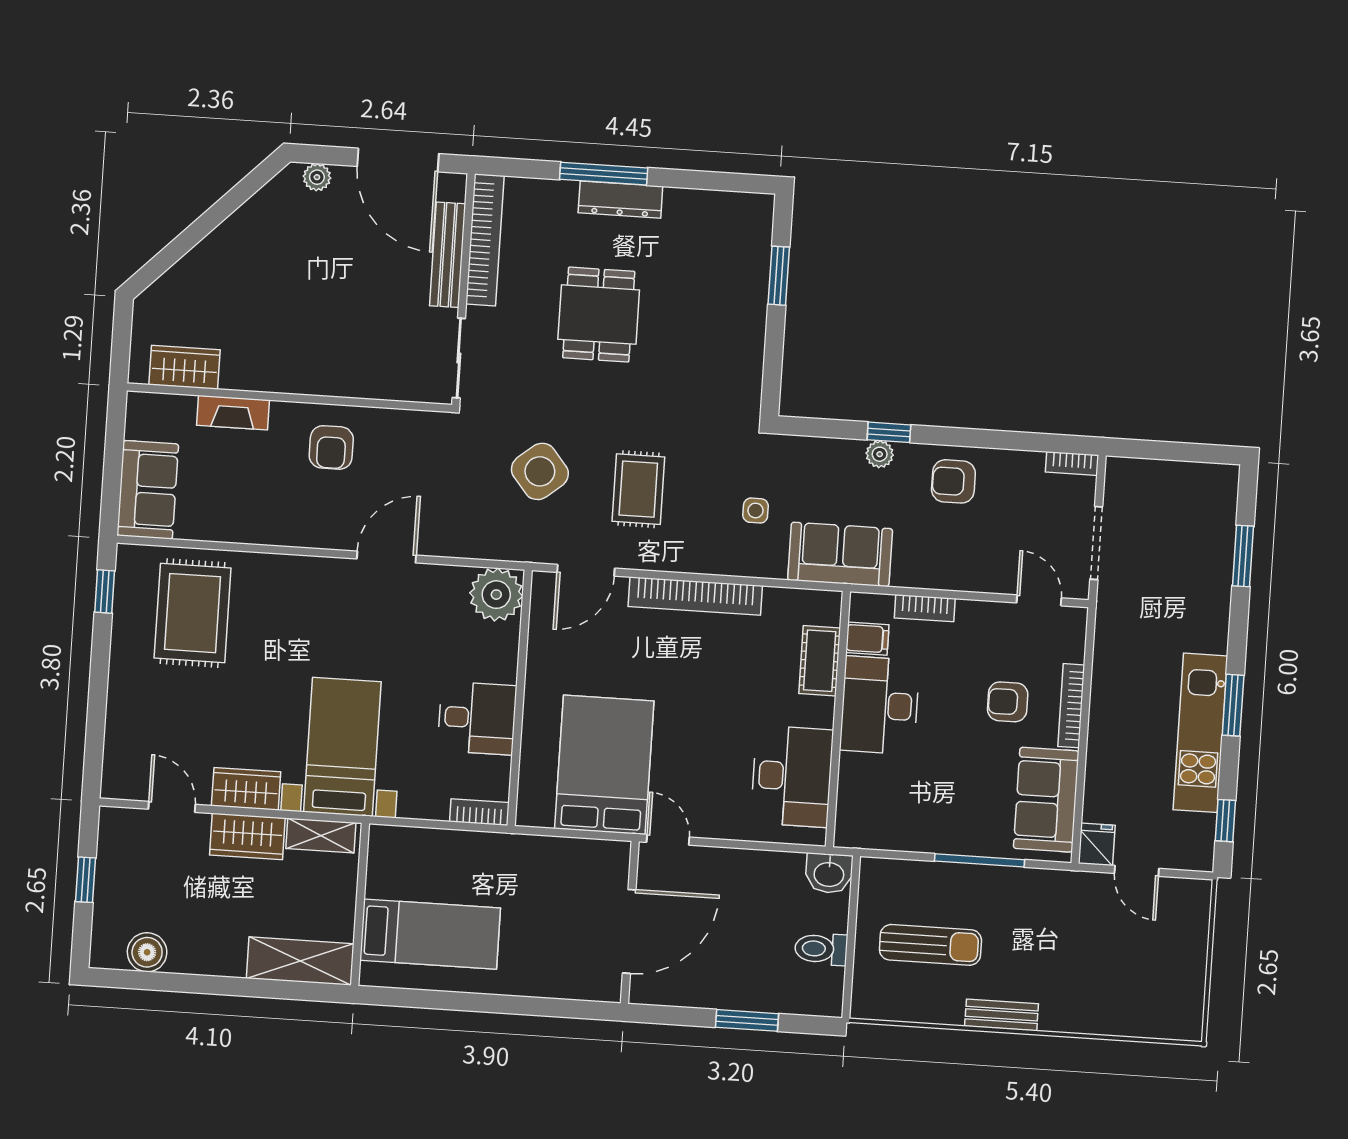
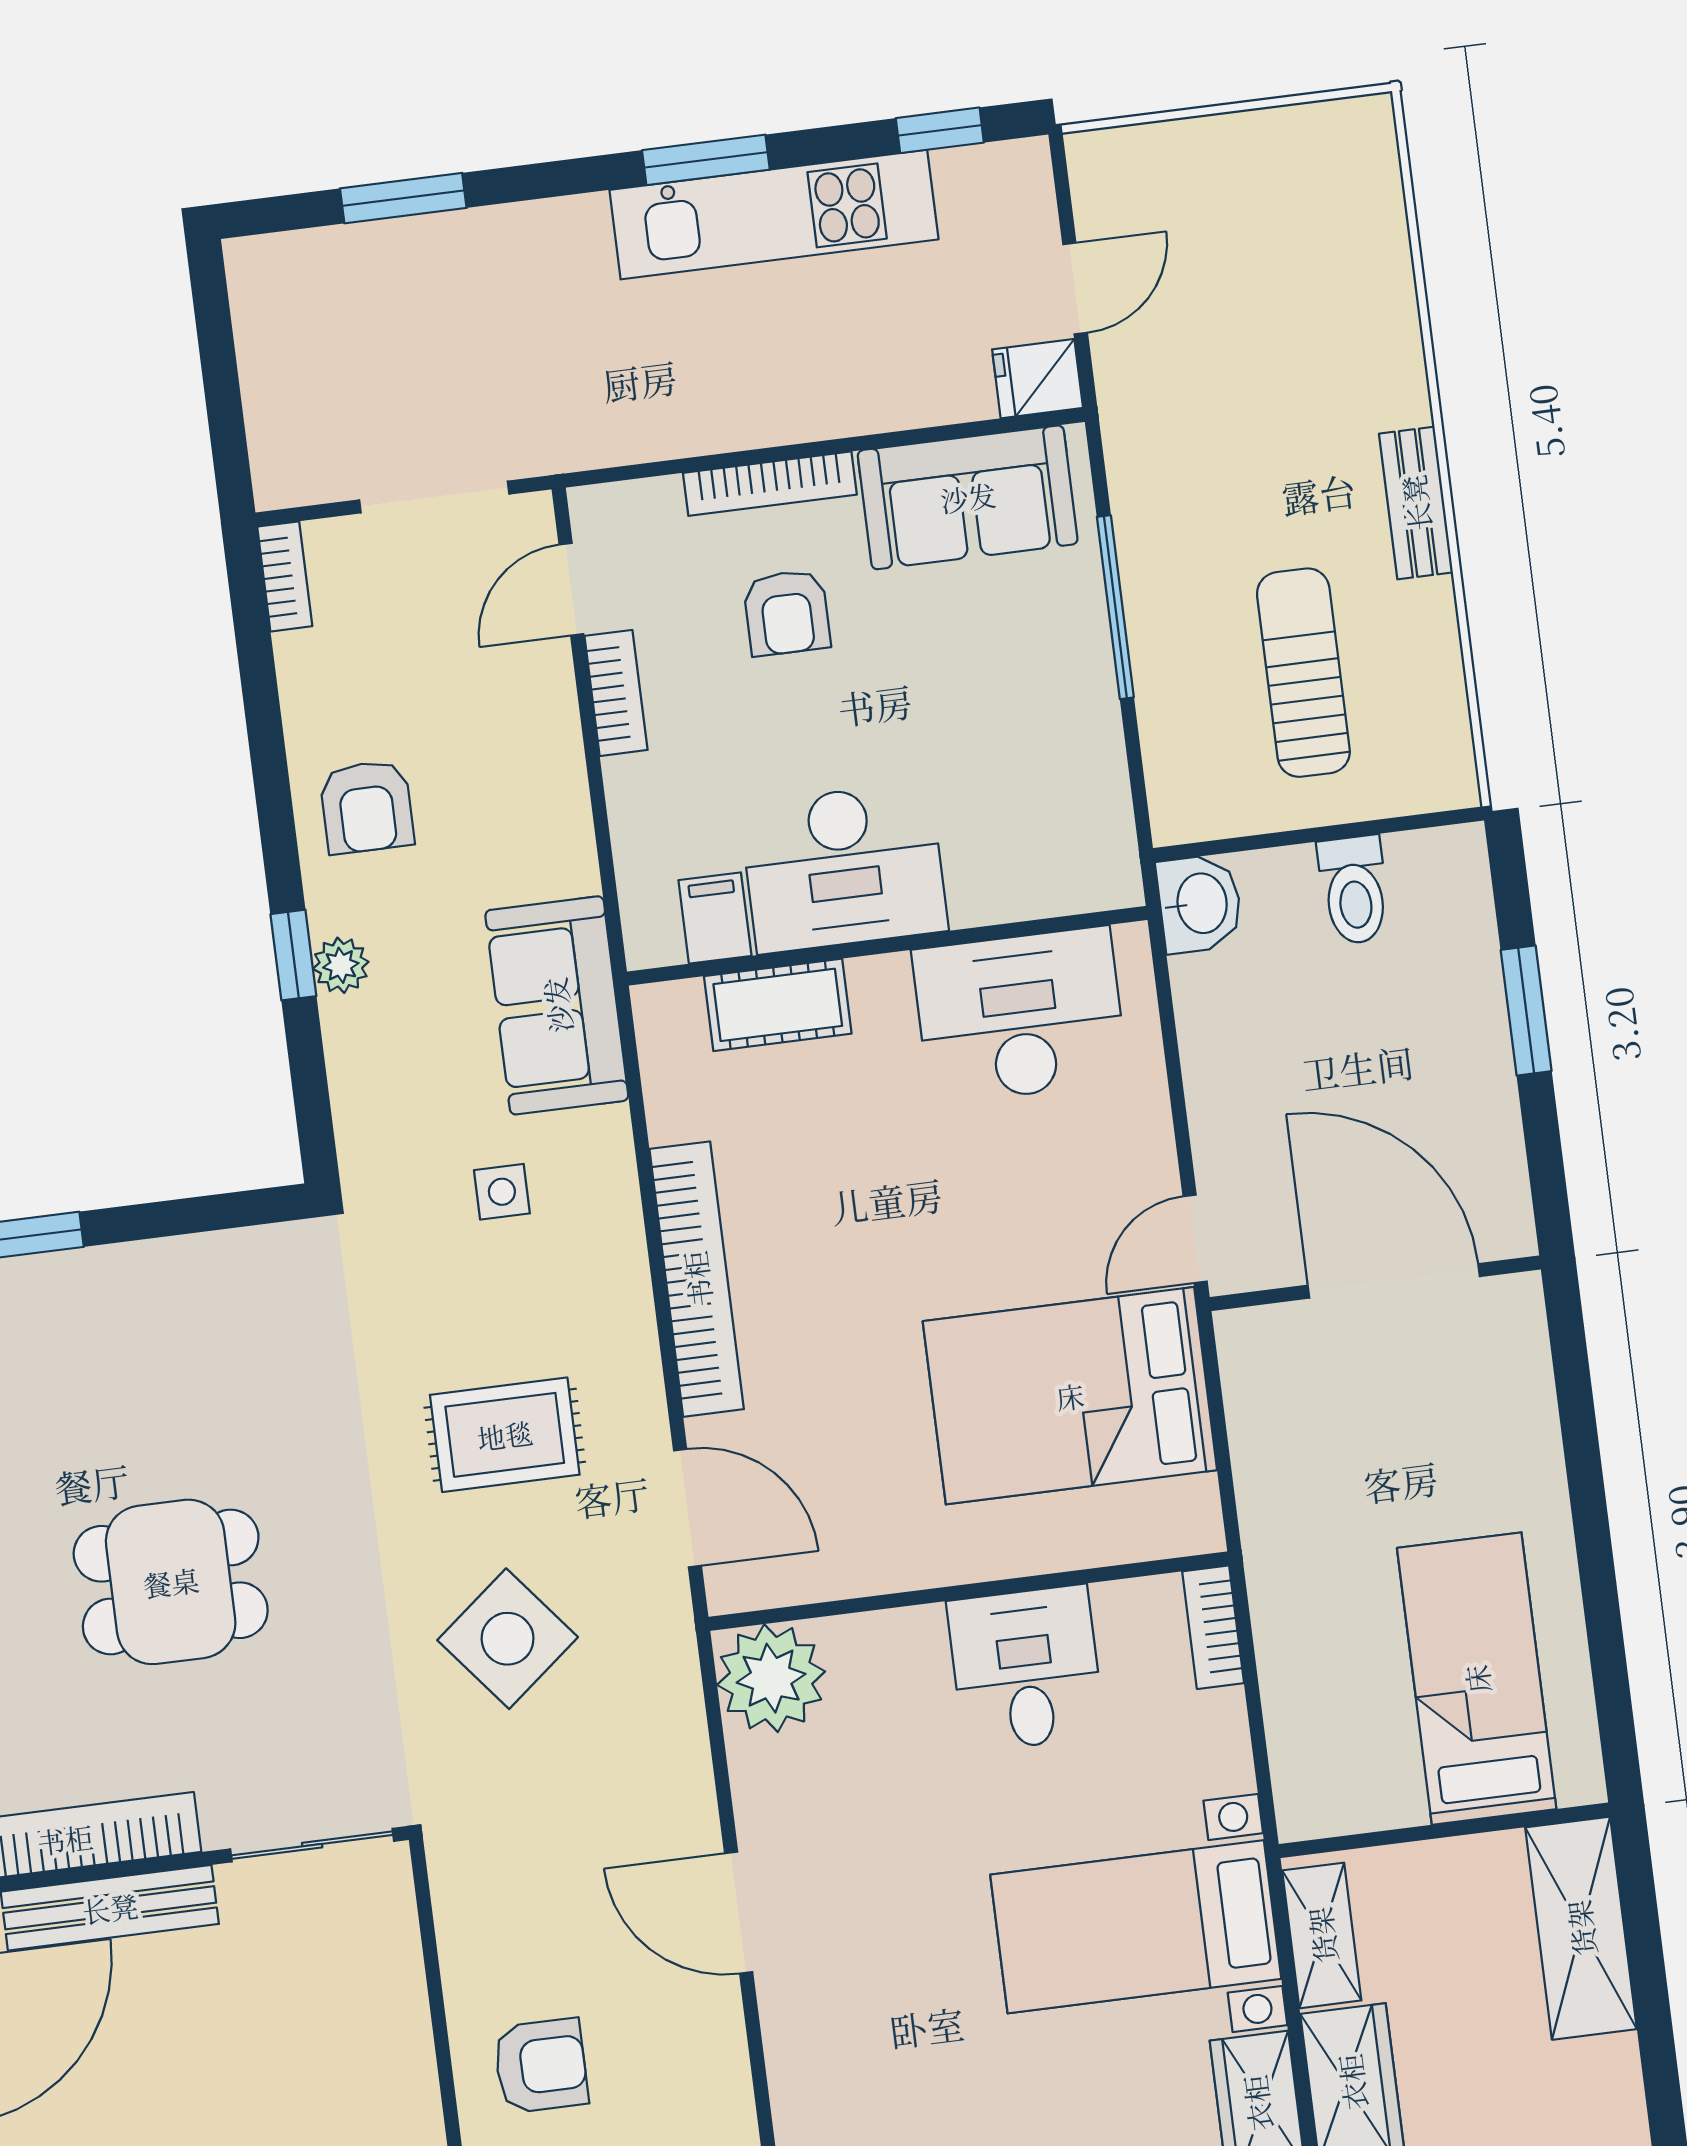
bookcase: (925, 608) -> (616, 693), moved

